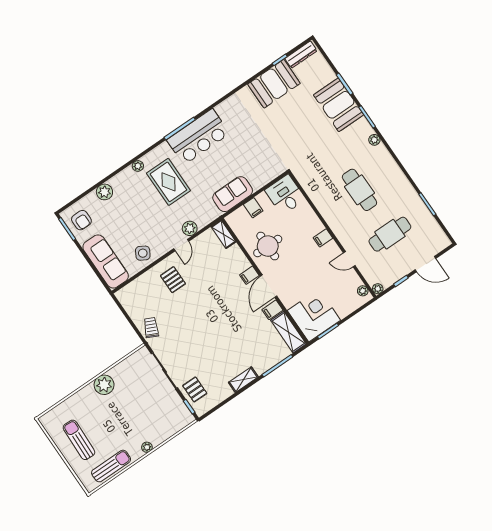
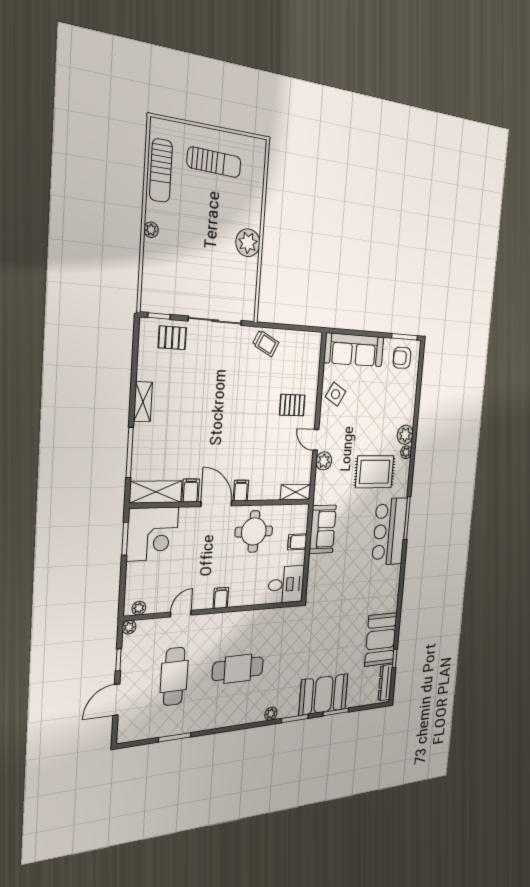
plant: (104, 192) -> (405, 435), moved

